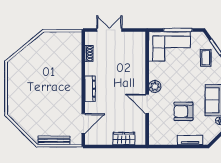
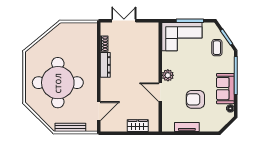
dresser: (90, 89) -> (105, 65), moved
round table: (41, 94) -> (58, 83), added
tv unit: (190, 140) -> (187, 127), moved

